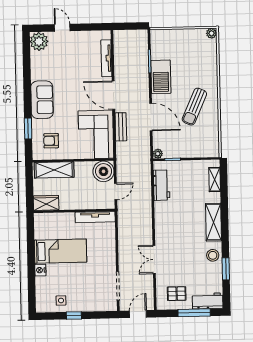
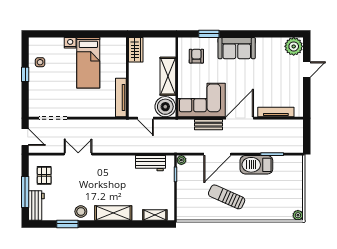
shelving: (54, 170) -> (168, 76), moved

